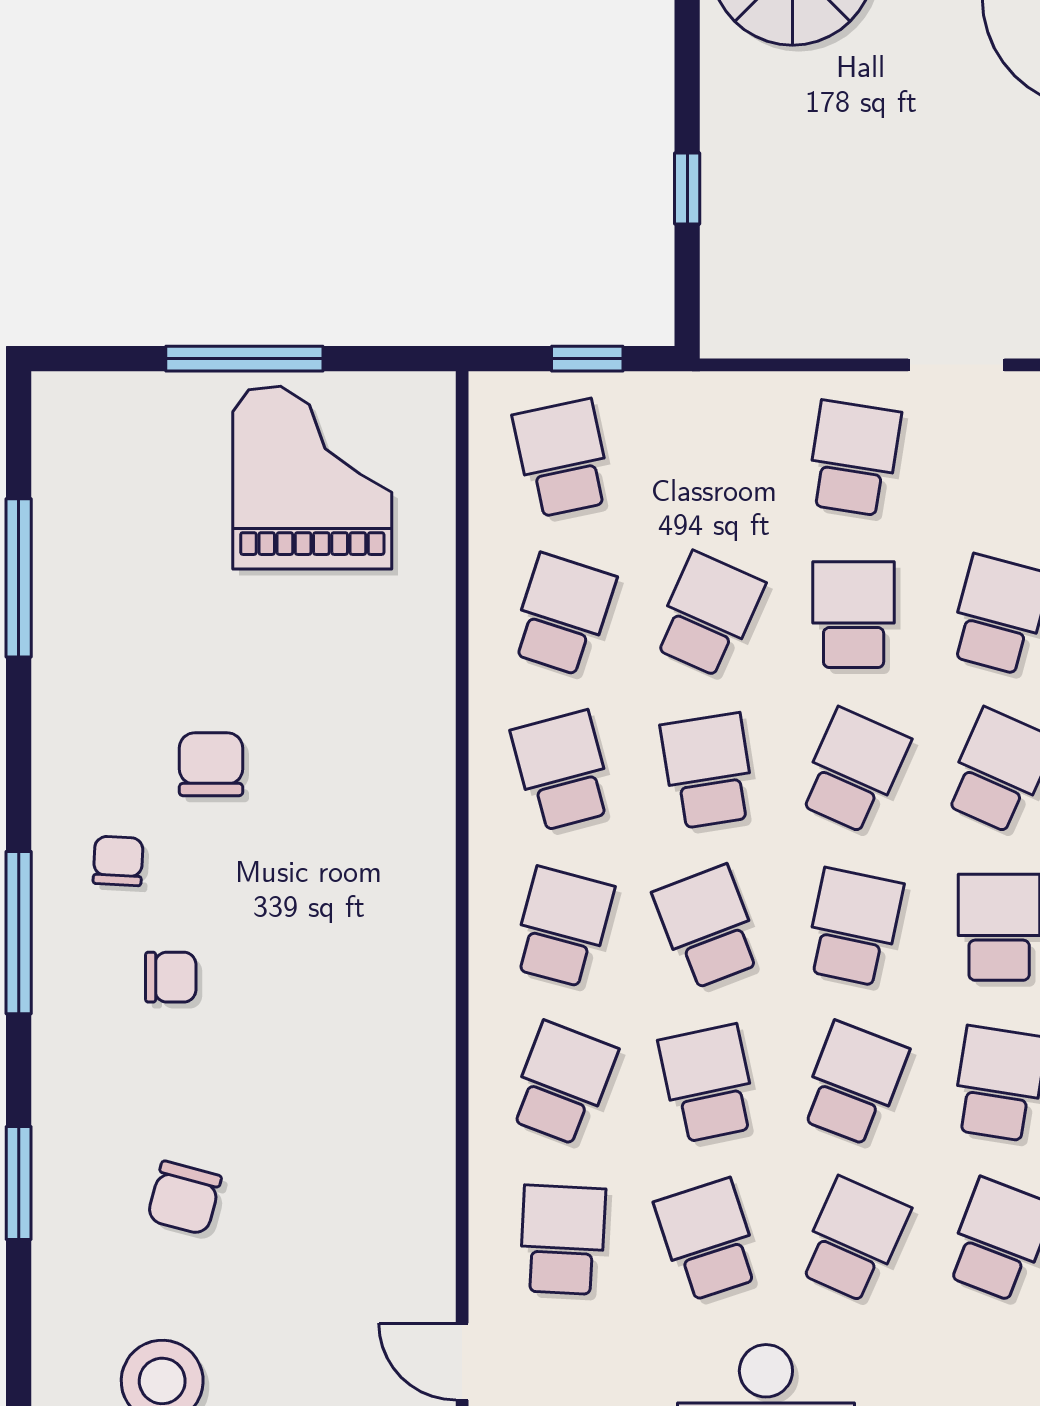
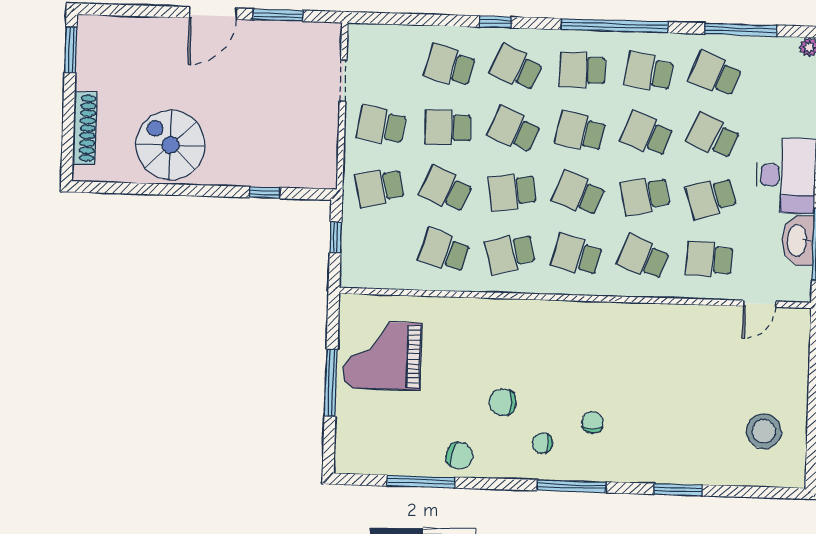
school desk: (563, 458) -> (379, 187), moved
school desk: (708, 927) -> (578, 194), turned 42
chair: (184, 1198) -> (460, 456), moved

